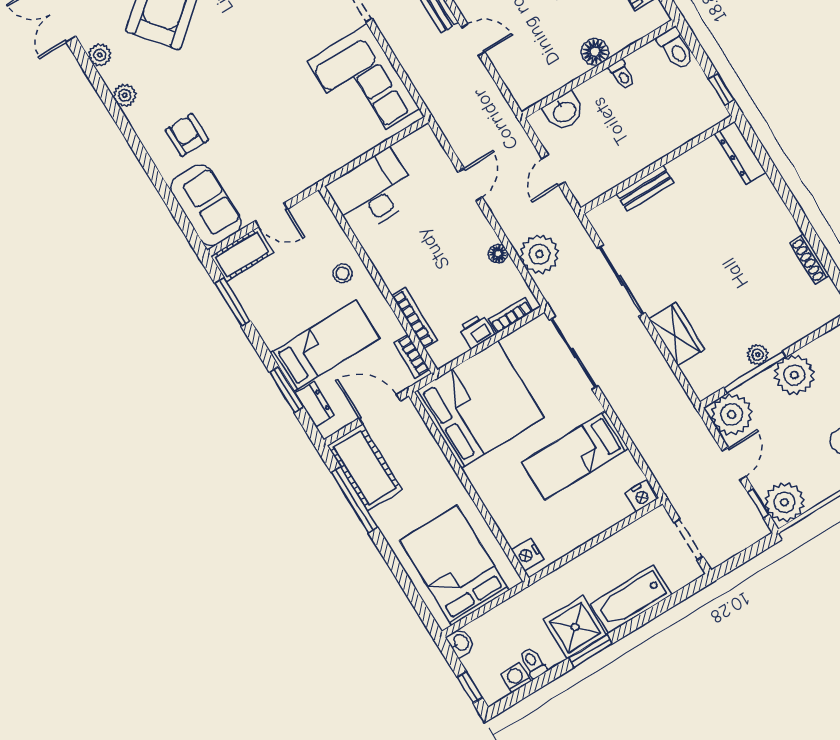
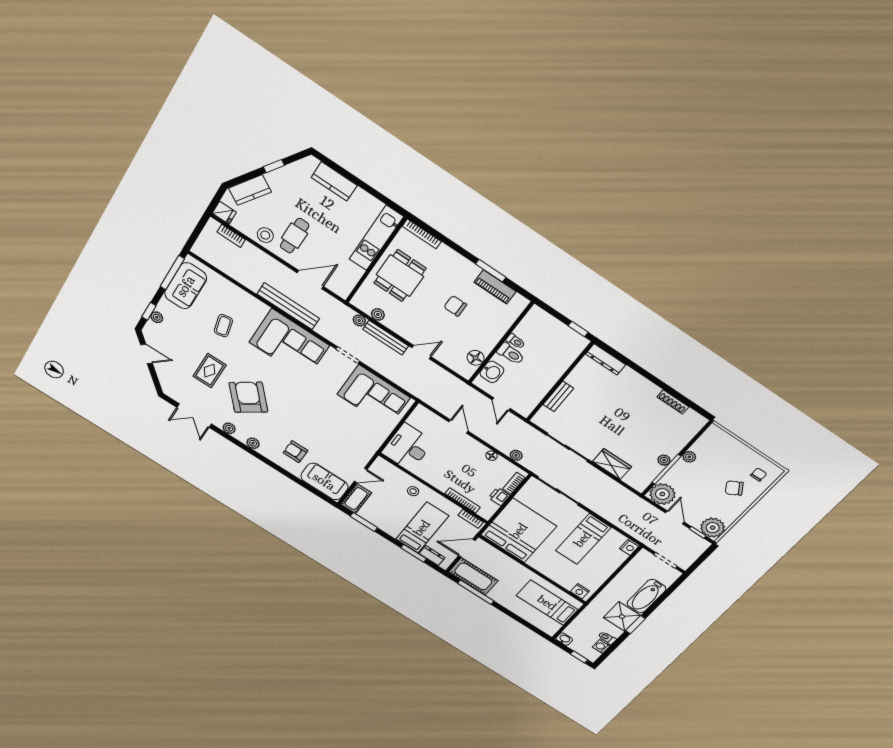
toilet: (676, 49) -> (511, 354), moved
floor lamp: (595, 52) -> (476, 358), moved
plant: (539, 254) -> (516, 455), width x0.53, depth x0.53
plant: (794, 375) -> (689, 457), width x0.53, depth x0.53
bed: (454, 565) -> (547, 603), width x0.67

